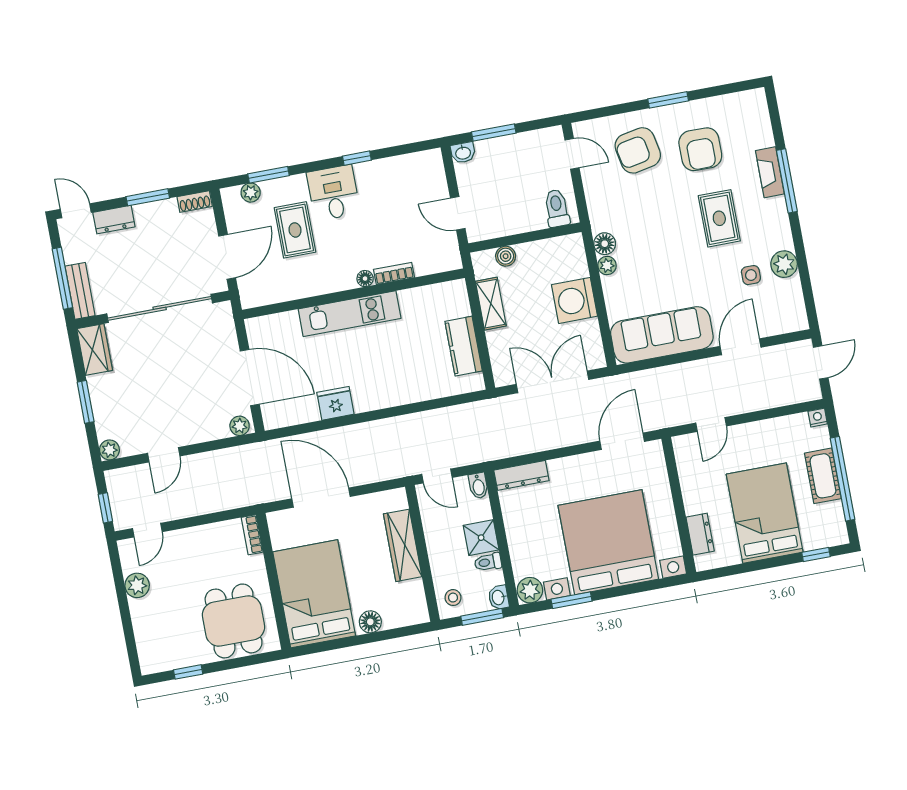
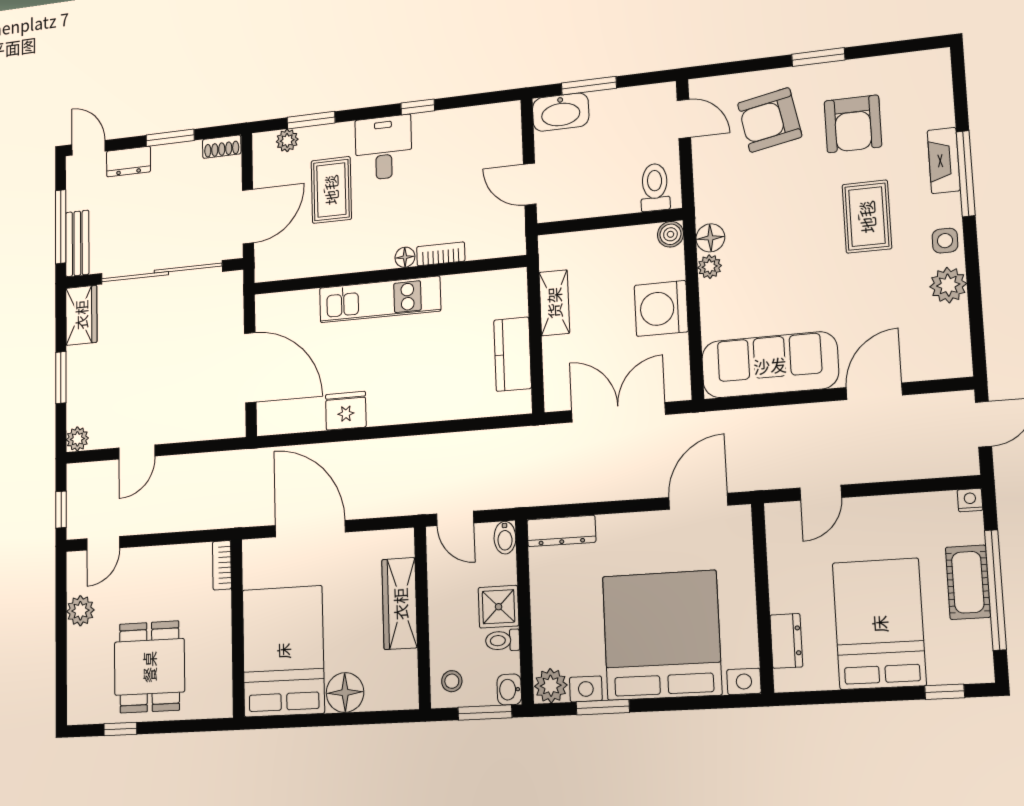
washbasin: (463, 153) -> (561, 112), width x1.91, depth x1.45
boiler: (506, 256) -> (670, 234), moved
side table: (751, 275) -> (945, 241), moved
plant: (240, 426) -> (229, 426), removed
dining table: (234, 621) -> (149, 667), moved
floor lamp: (370, 622) -> (345, 692), width x1.38, depth x1.38

